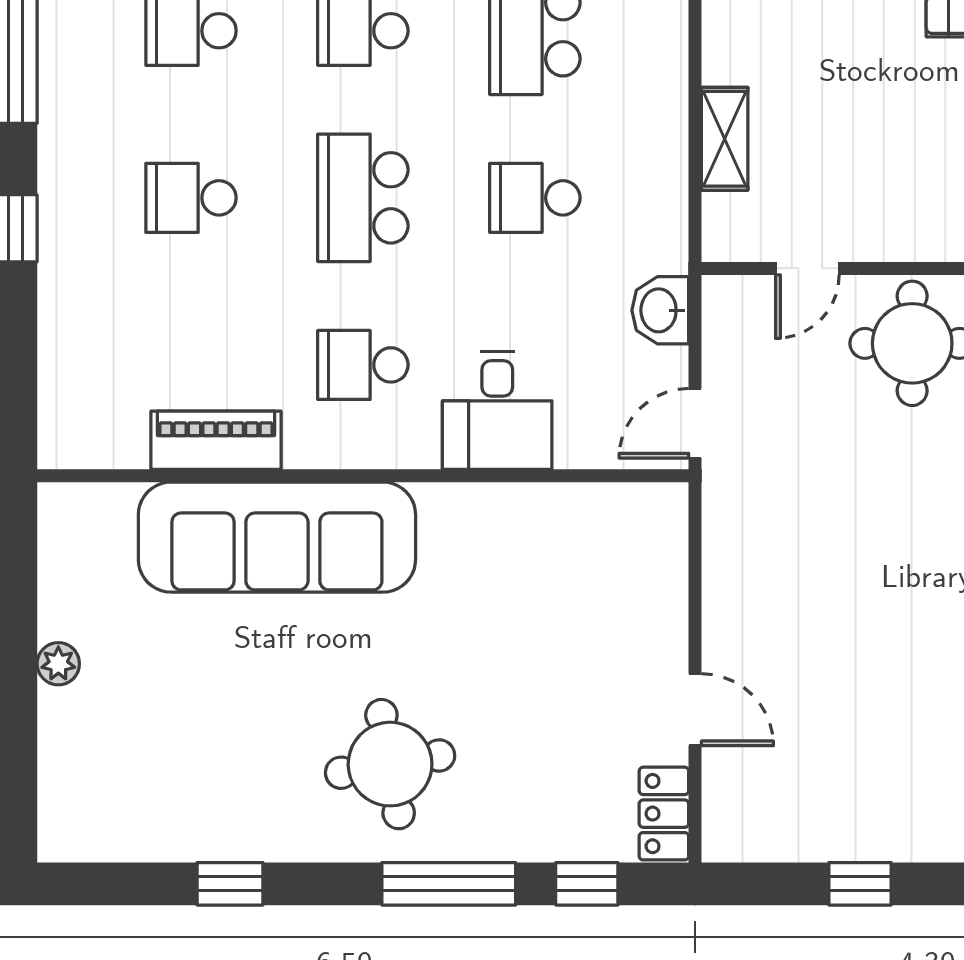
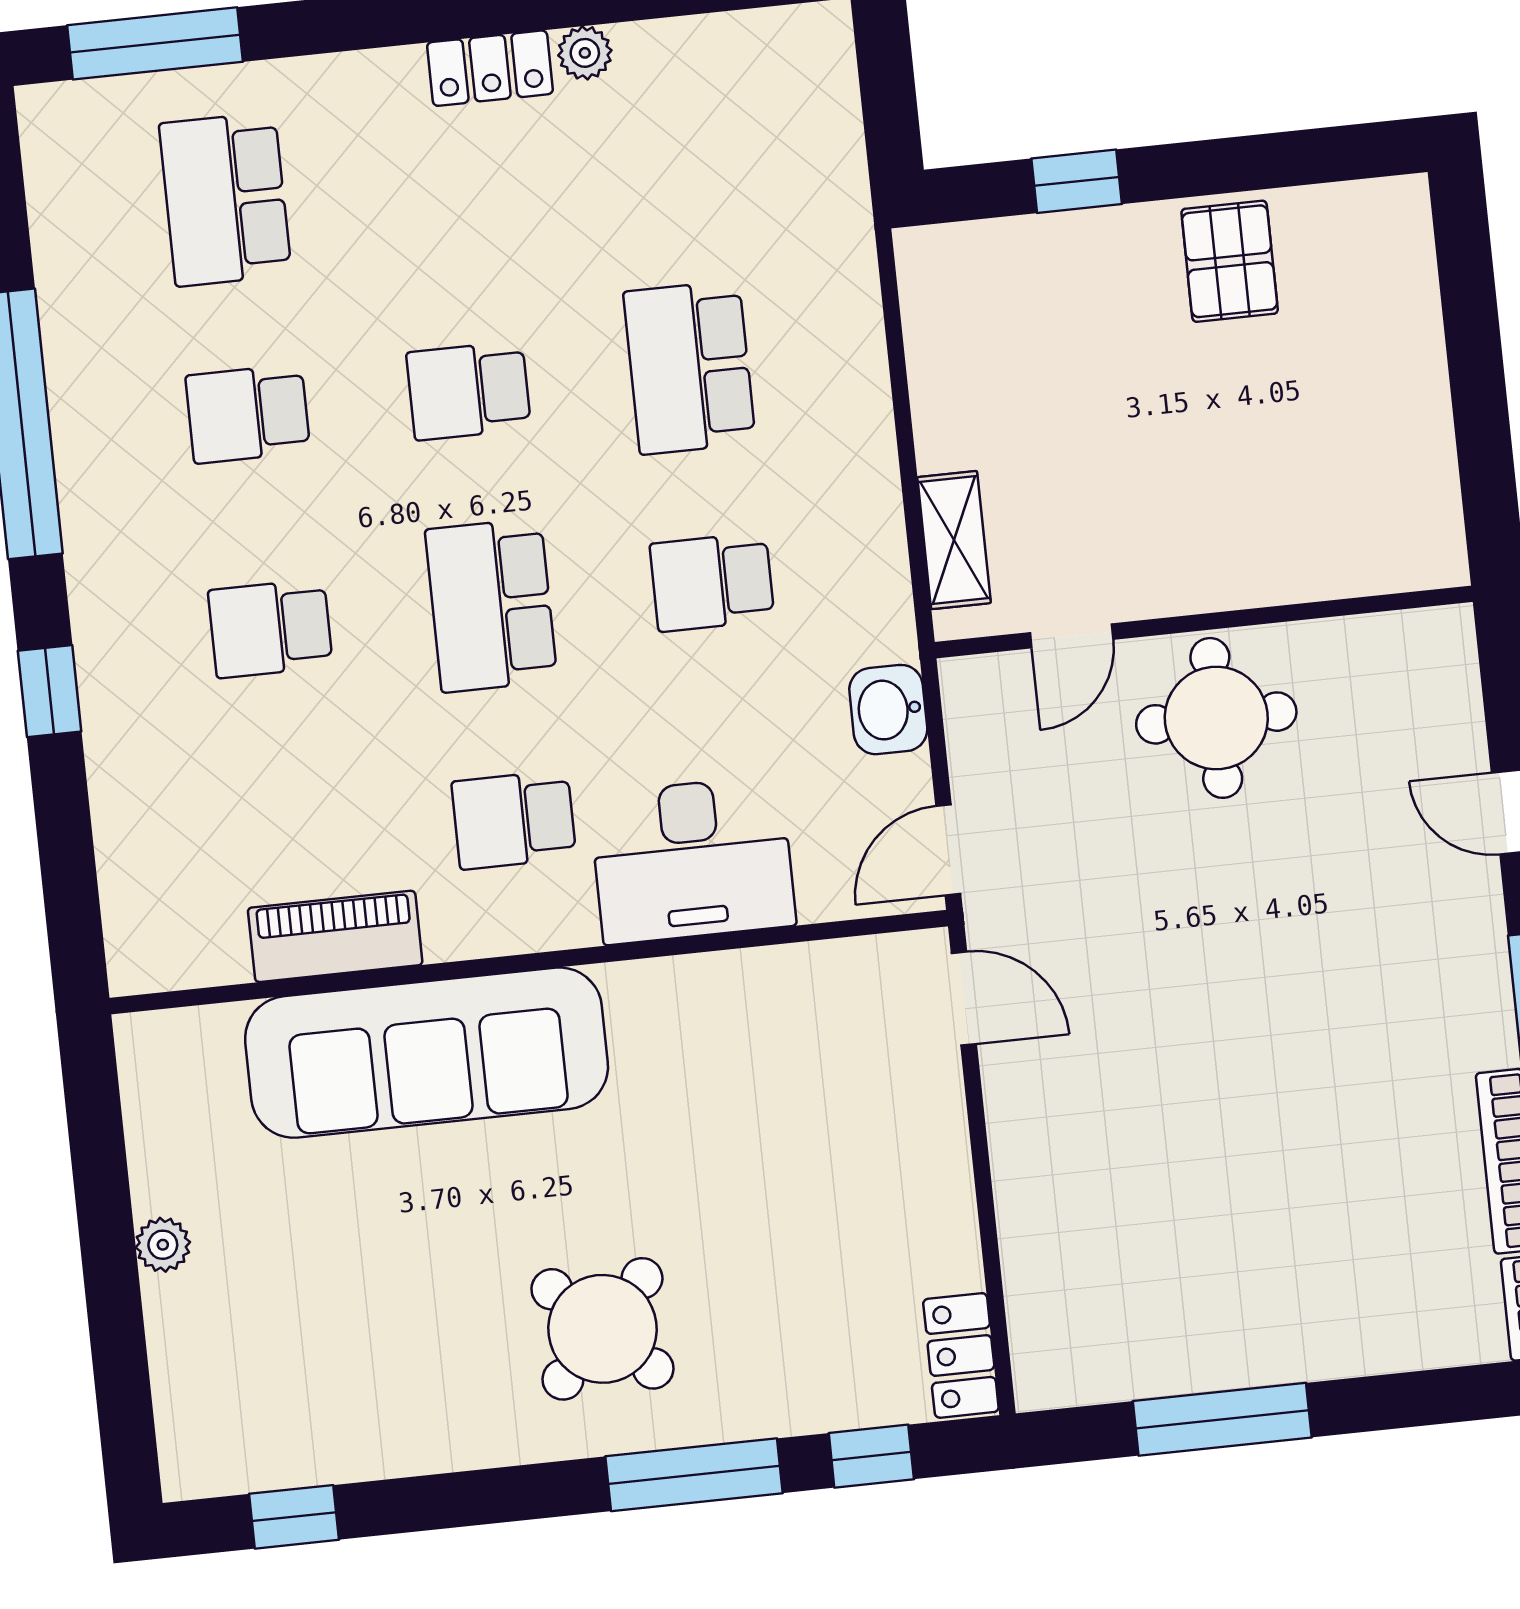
shelving: (725, 139) -> (954, 540), moved
desk: (497, 410) -> (692, 860), width x1.37
door: (695, 710) -> (964, 998), moved
round table: (390, 764) -> (602, 1329), turned -36
window: (230, 884) -> (294, 1517), moved
window: (860, 884) -> (1222, 1419), width x2.17

